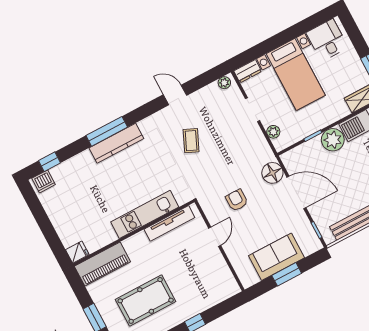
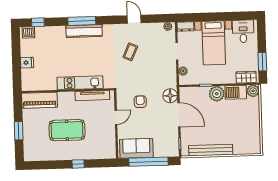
fridge: (77, 252) -> (27, 63), moved
sofa: (277, 257) -> (136, 148), moved
window: (287, 274) -> (148, 162), width x2.11
pool table: (146, 300) -> (67, 130), moved

